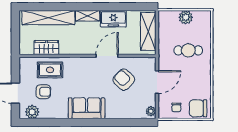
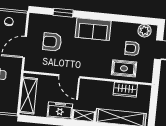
door: (107, 56) -> (69, 76), hinge flipped
armchair: (124, 80) -> (52, 42), moved, turned 136
plant: (151, 111) -> (33, 20), removed
window: (120, 122) -> (63, 13), added

